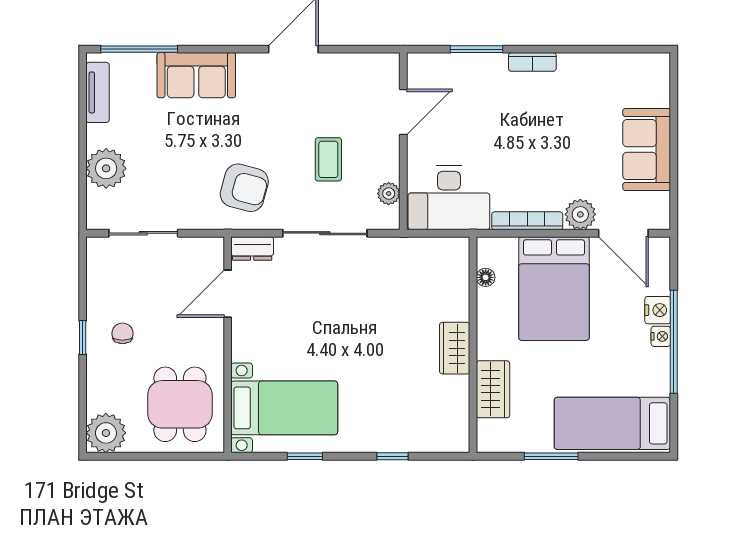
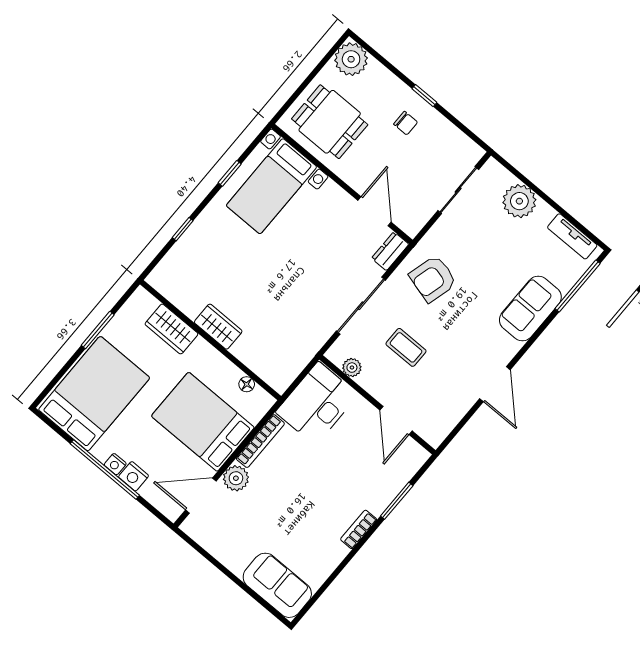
sofa: (647, 150) -> (277, 585), moved
bed: (612, 423) -> (94, 394), width x1.50

